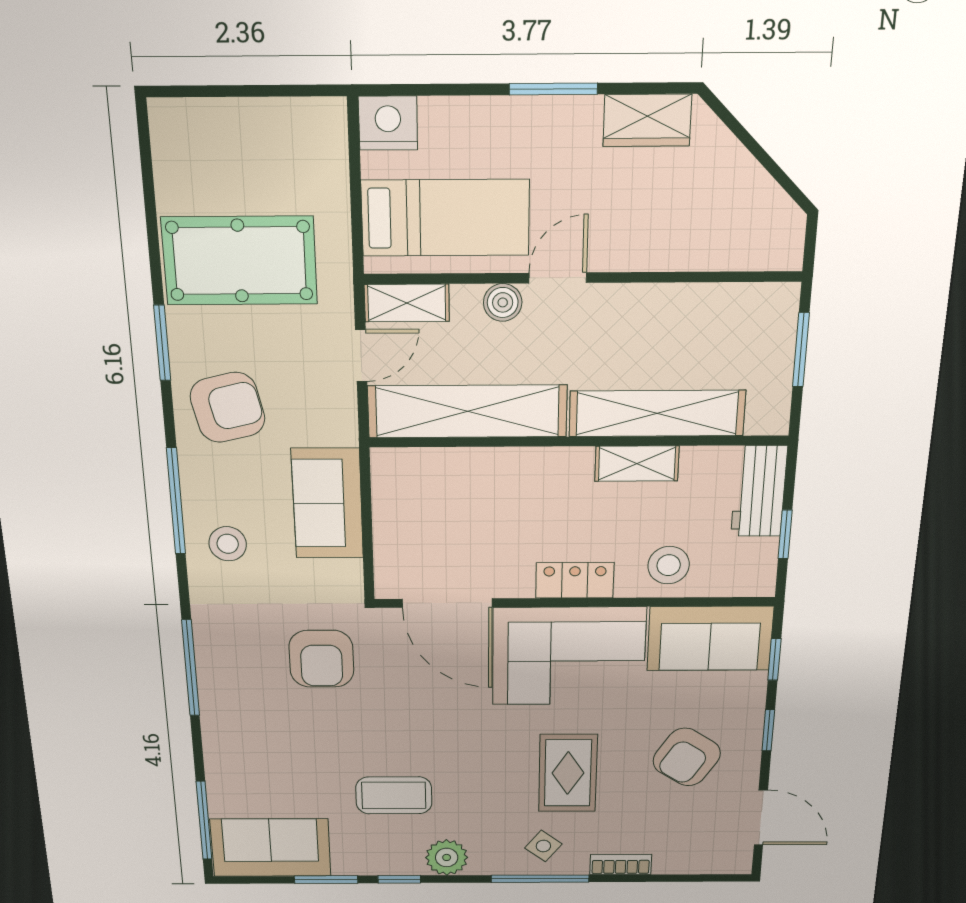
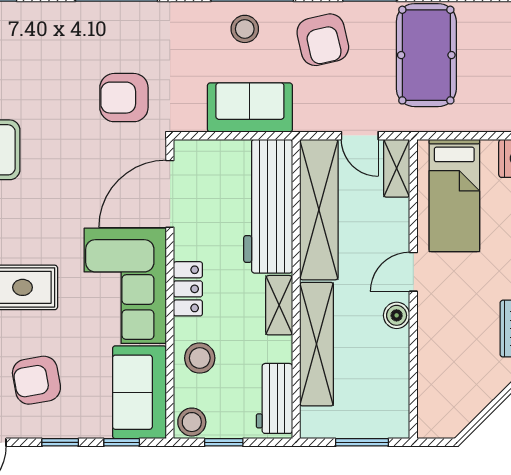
door: (558, 278) -> (413, 272), swing flipped
boiler: (503, 302) -> (397, 315), moved
shelving: (637, 464) -> (279, 305), moved
workbench: (463, 479) -> (268, 206), added
workbench: (759, 491) -> (274, 398), moved, turned -90
stool: (228, 544) -> (245, 29), moved
stool: (754, 575) -> (192, 422), added
armchair: (687, 757) -> (36, 380), turned -43

